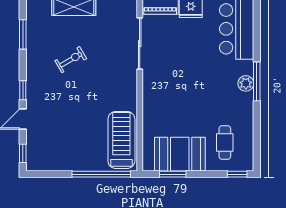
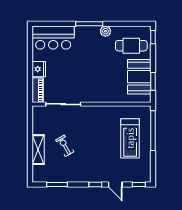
exercise bike: (71, 60) -> (65, 146), moved
plant: (246, 83) -> (105, 31), moved
treadmill: (121, 140) -> (130, 138), moved, turned -90
cafe table: (225, 143) -> (131, 46), width x1.37, depth x1.35

